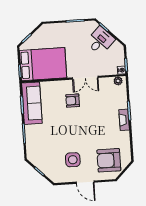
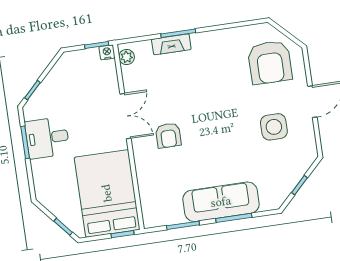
desk: (100, 41) -> (47, 138), moved, turned -45
sofa: (32, 103) -> (221, 202), moved
fireplace: (124, 120) -> (171, 44), moved

